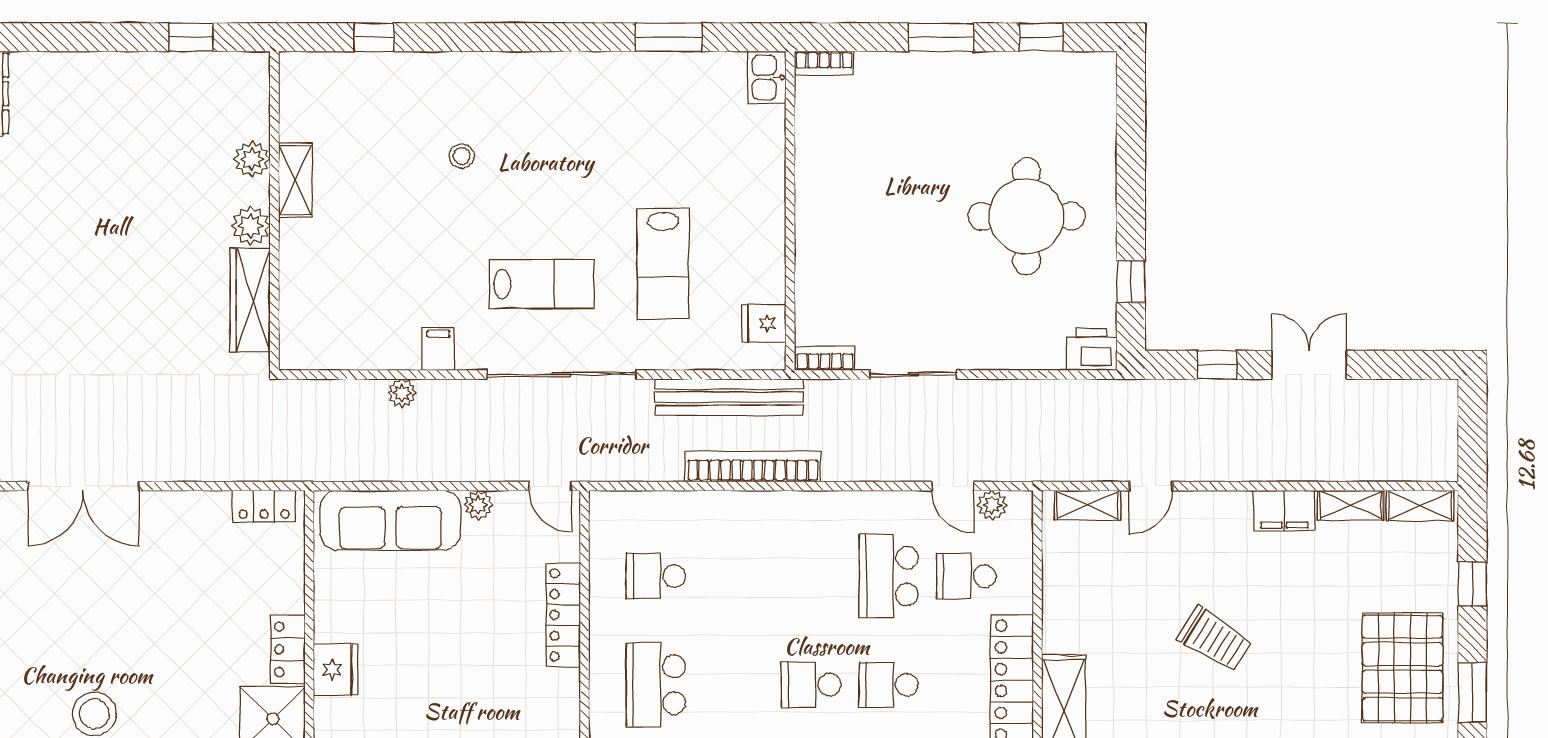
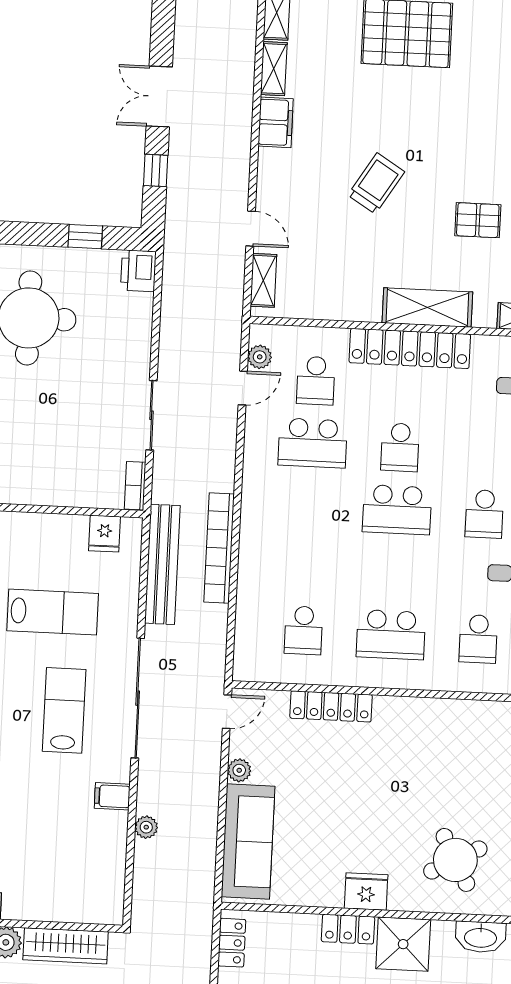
school desk: (811, 685) -> (397, 510), width x1.85

